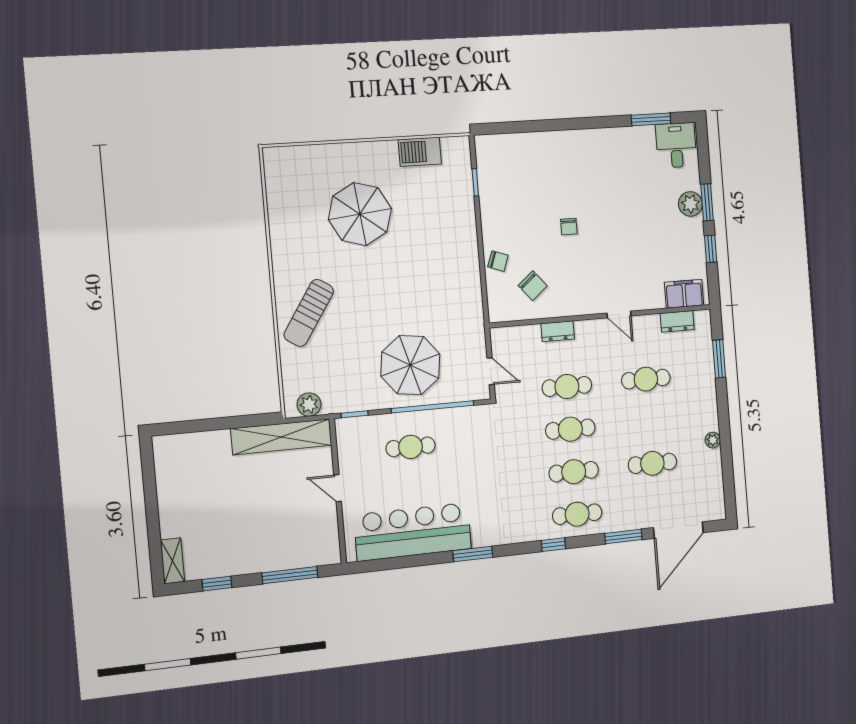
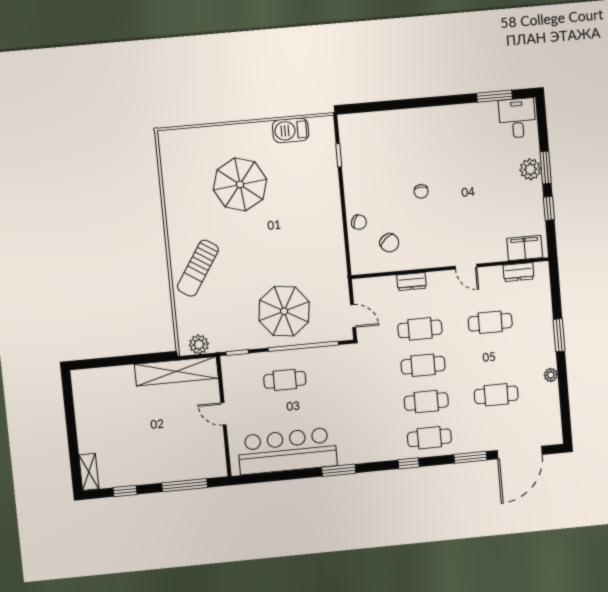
window: (719, 359) -> (559, 335), moved

